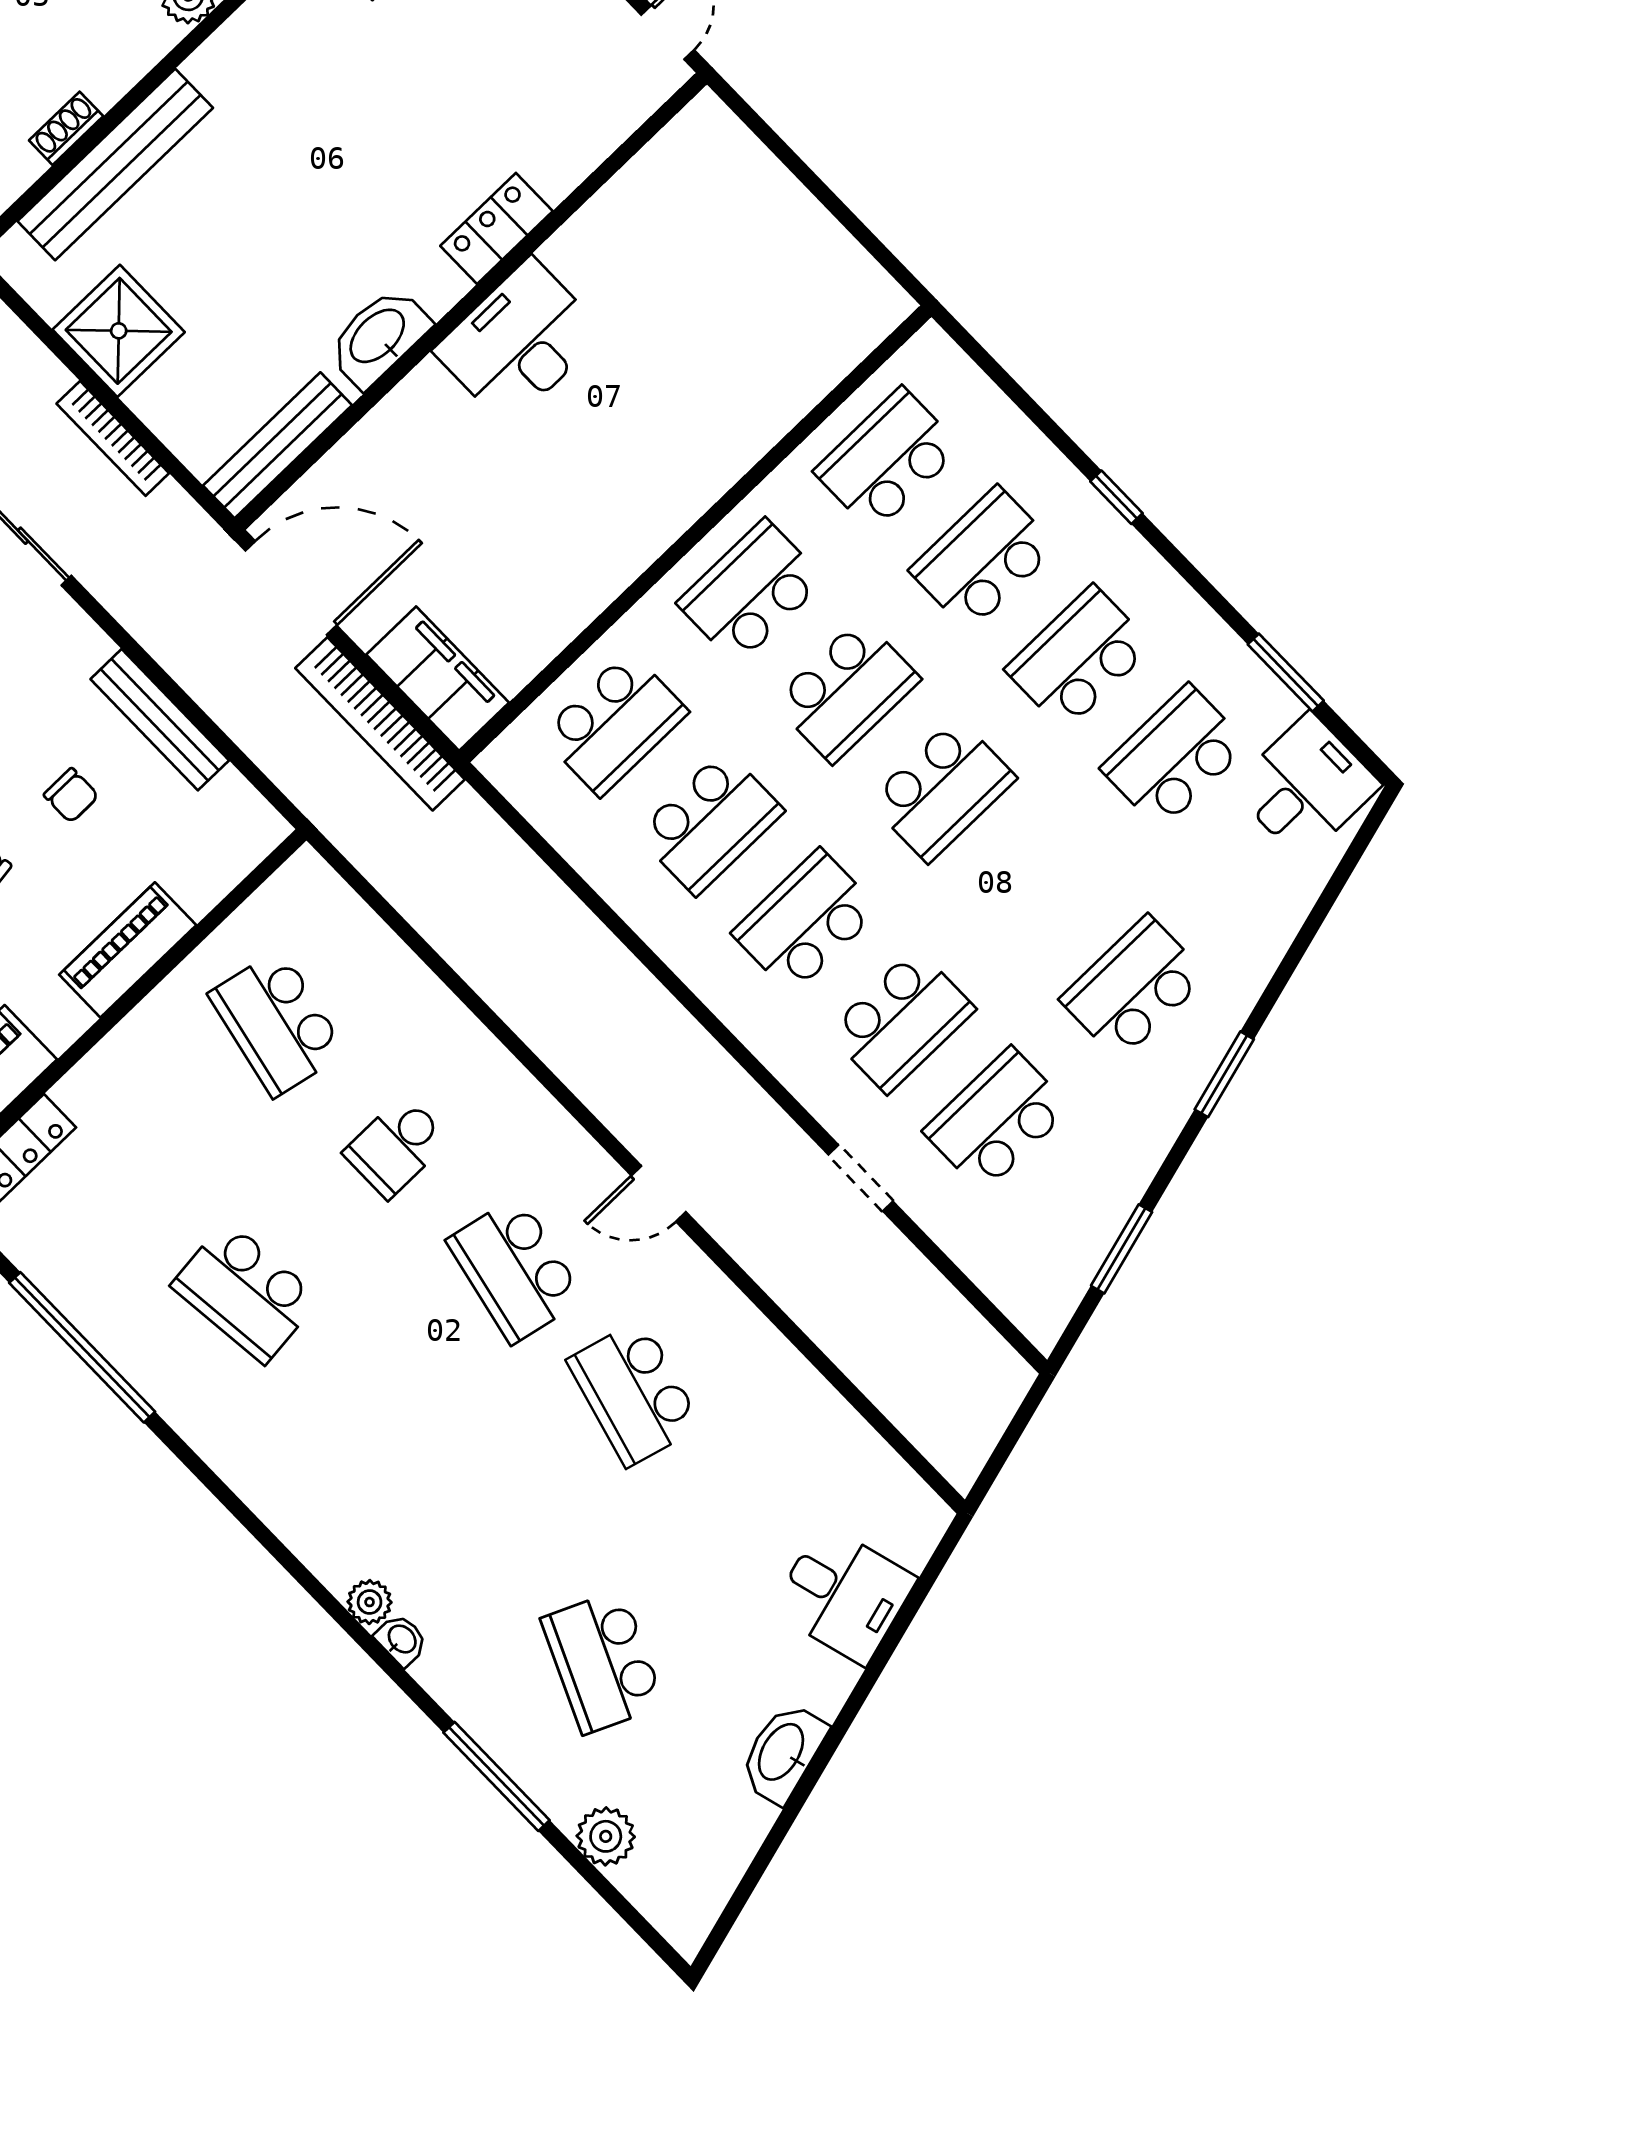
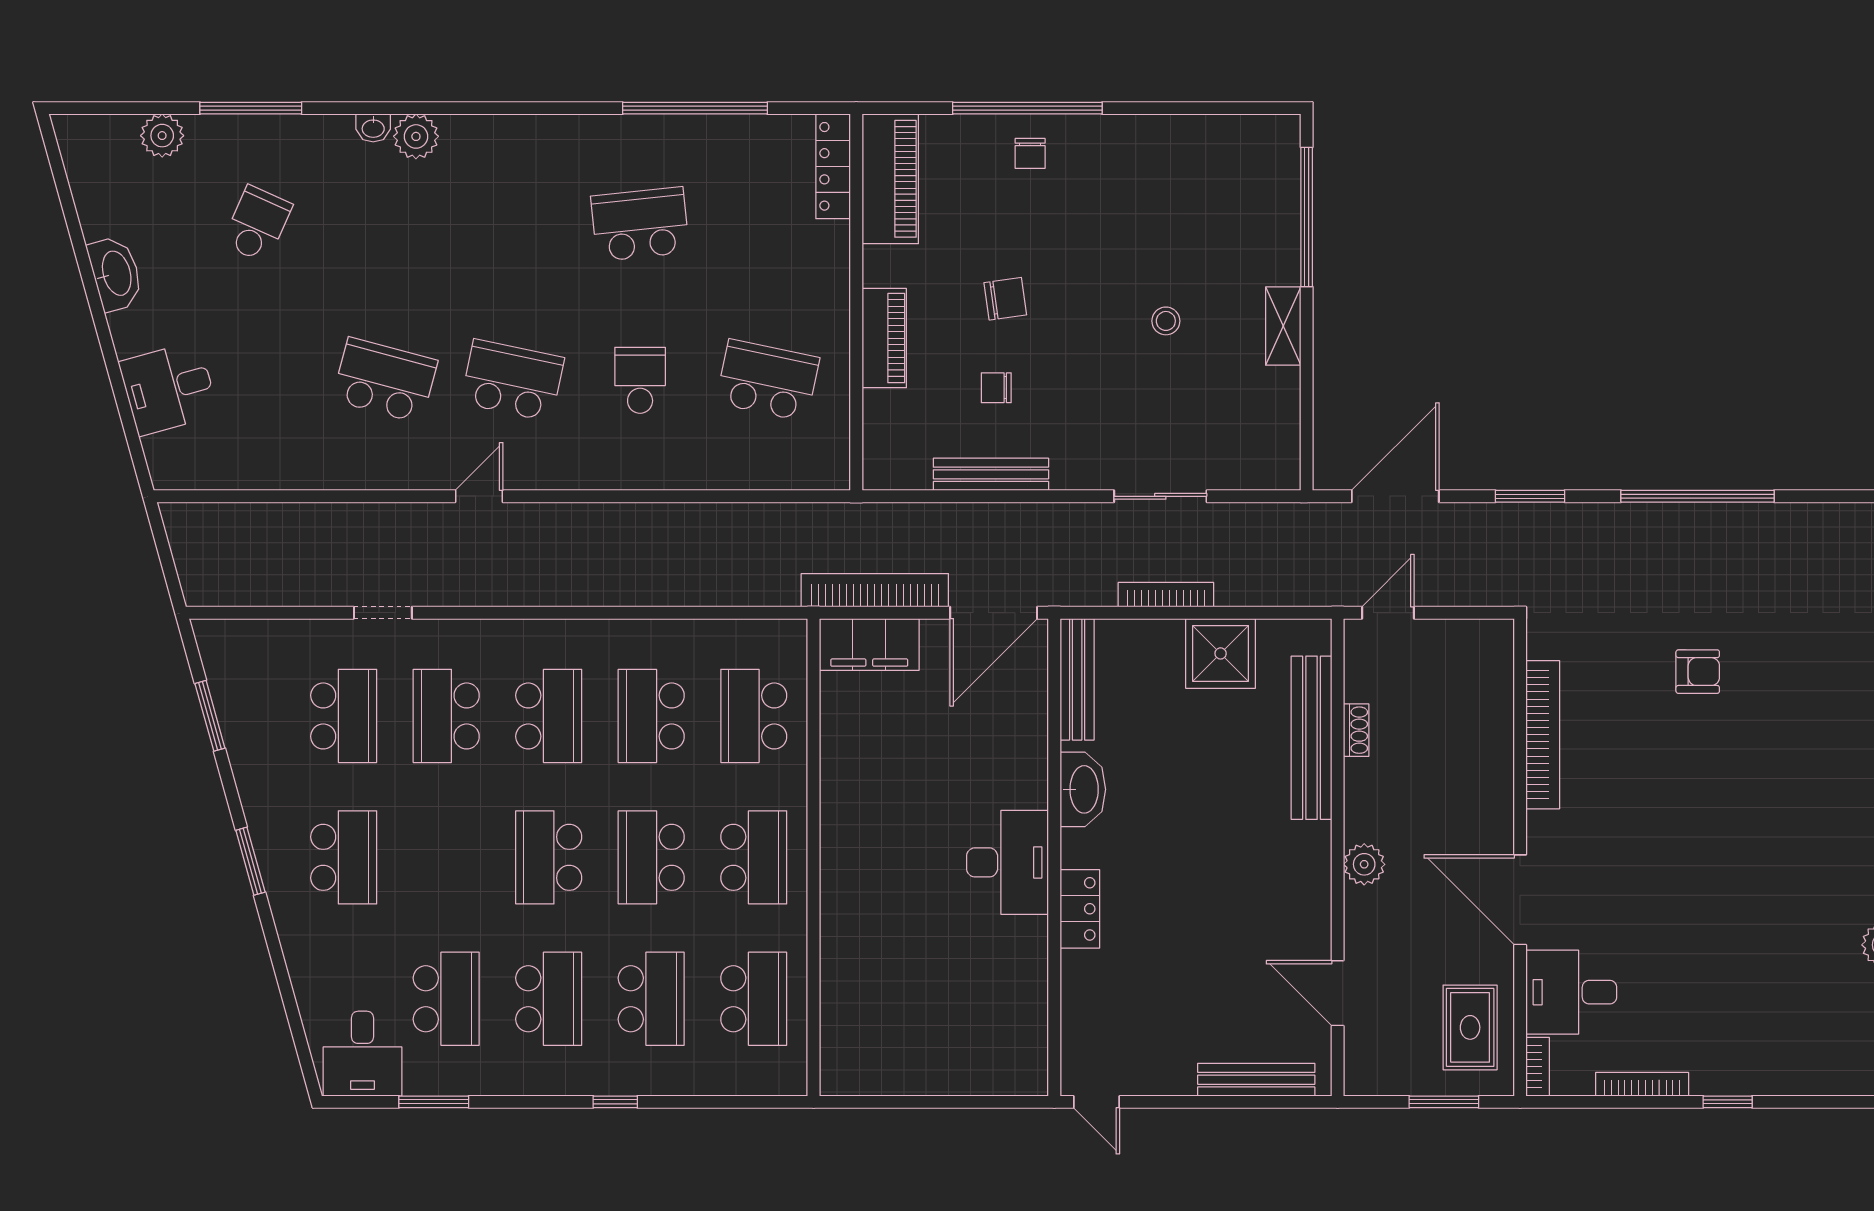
plant: (370, 1602) -> (416, 136), width x1.38, depth x1.38
school desk: (603, 1662) -> (257, 224), width x0.54

